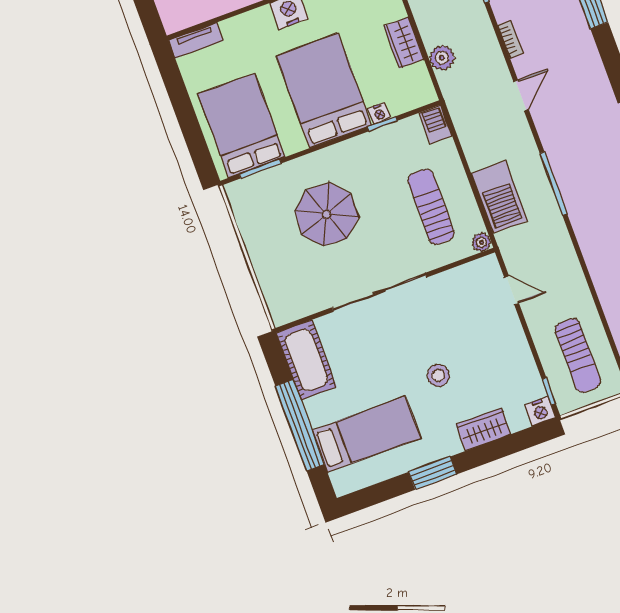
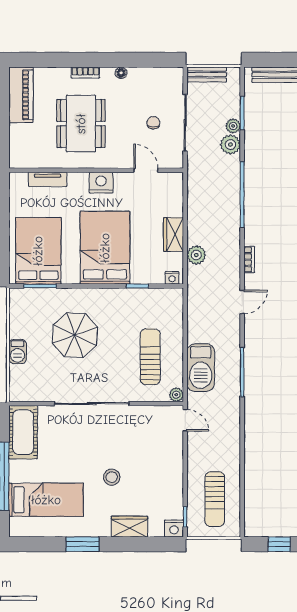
tv unit: (196, 41) -> (48, 179), moved
nightstand: (379, 113) -> (172, 278), moved
barbecue: (436, 125) -> (18, 352), moved, turned 180
door: (512, 290) -> (185, 420), moved

